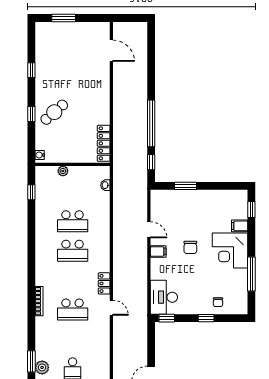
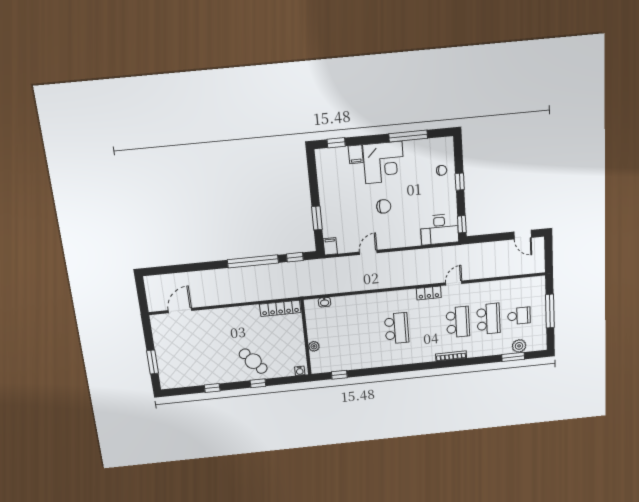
school desk: (73, 221) -> (488, 319), moved
filing cabinet: (158, 251) -> (330, 246), moved

